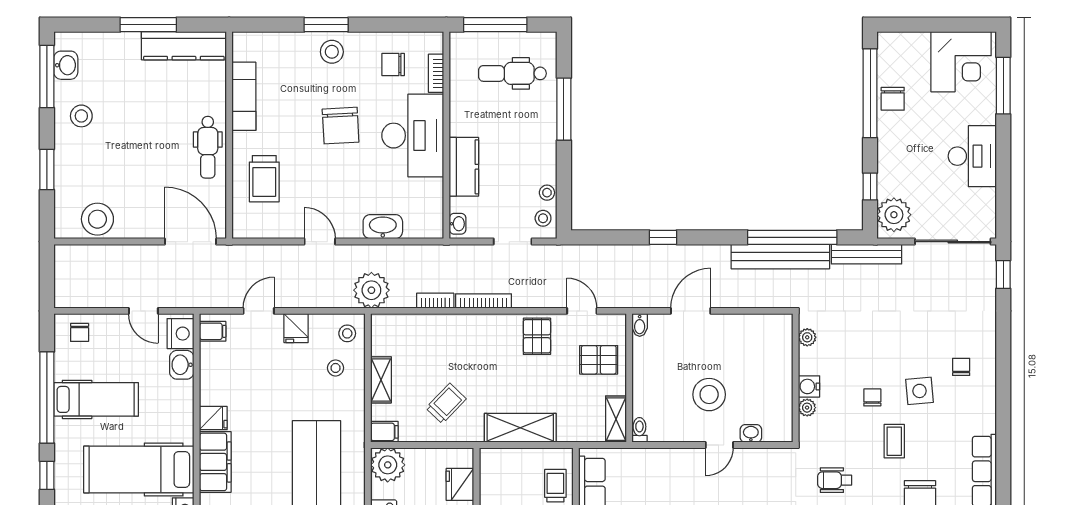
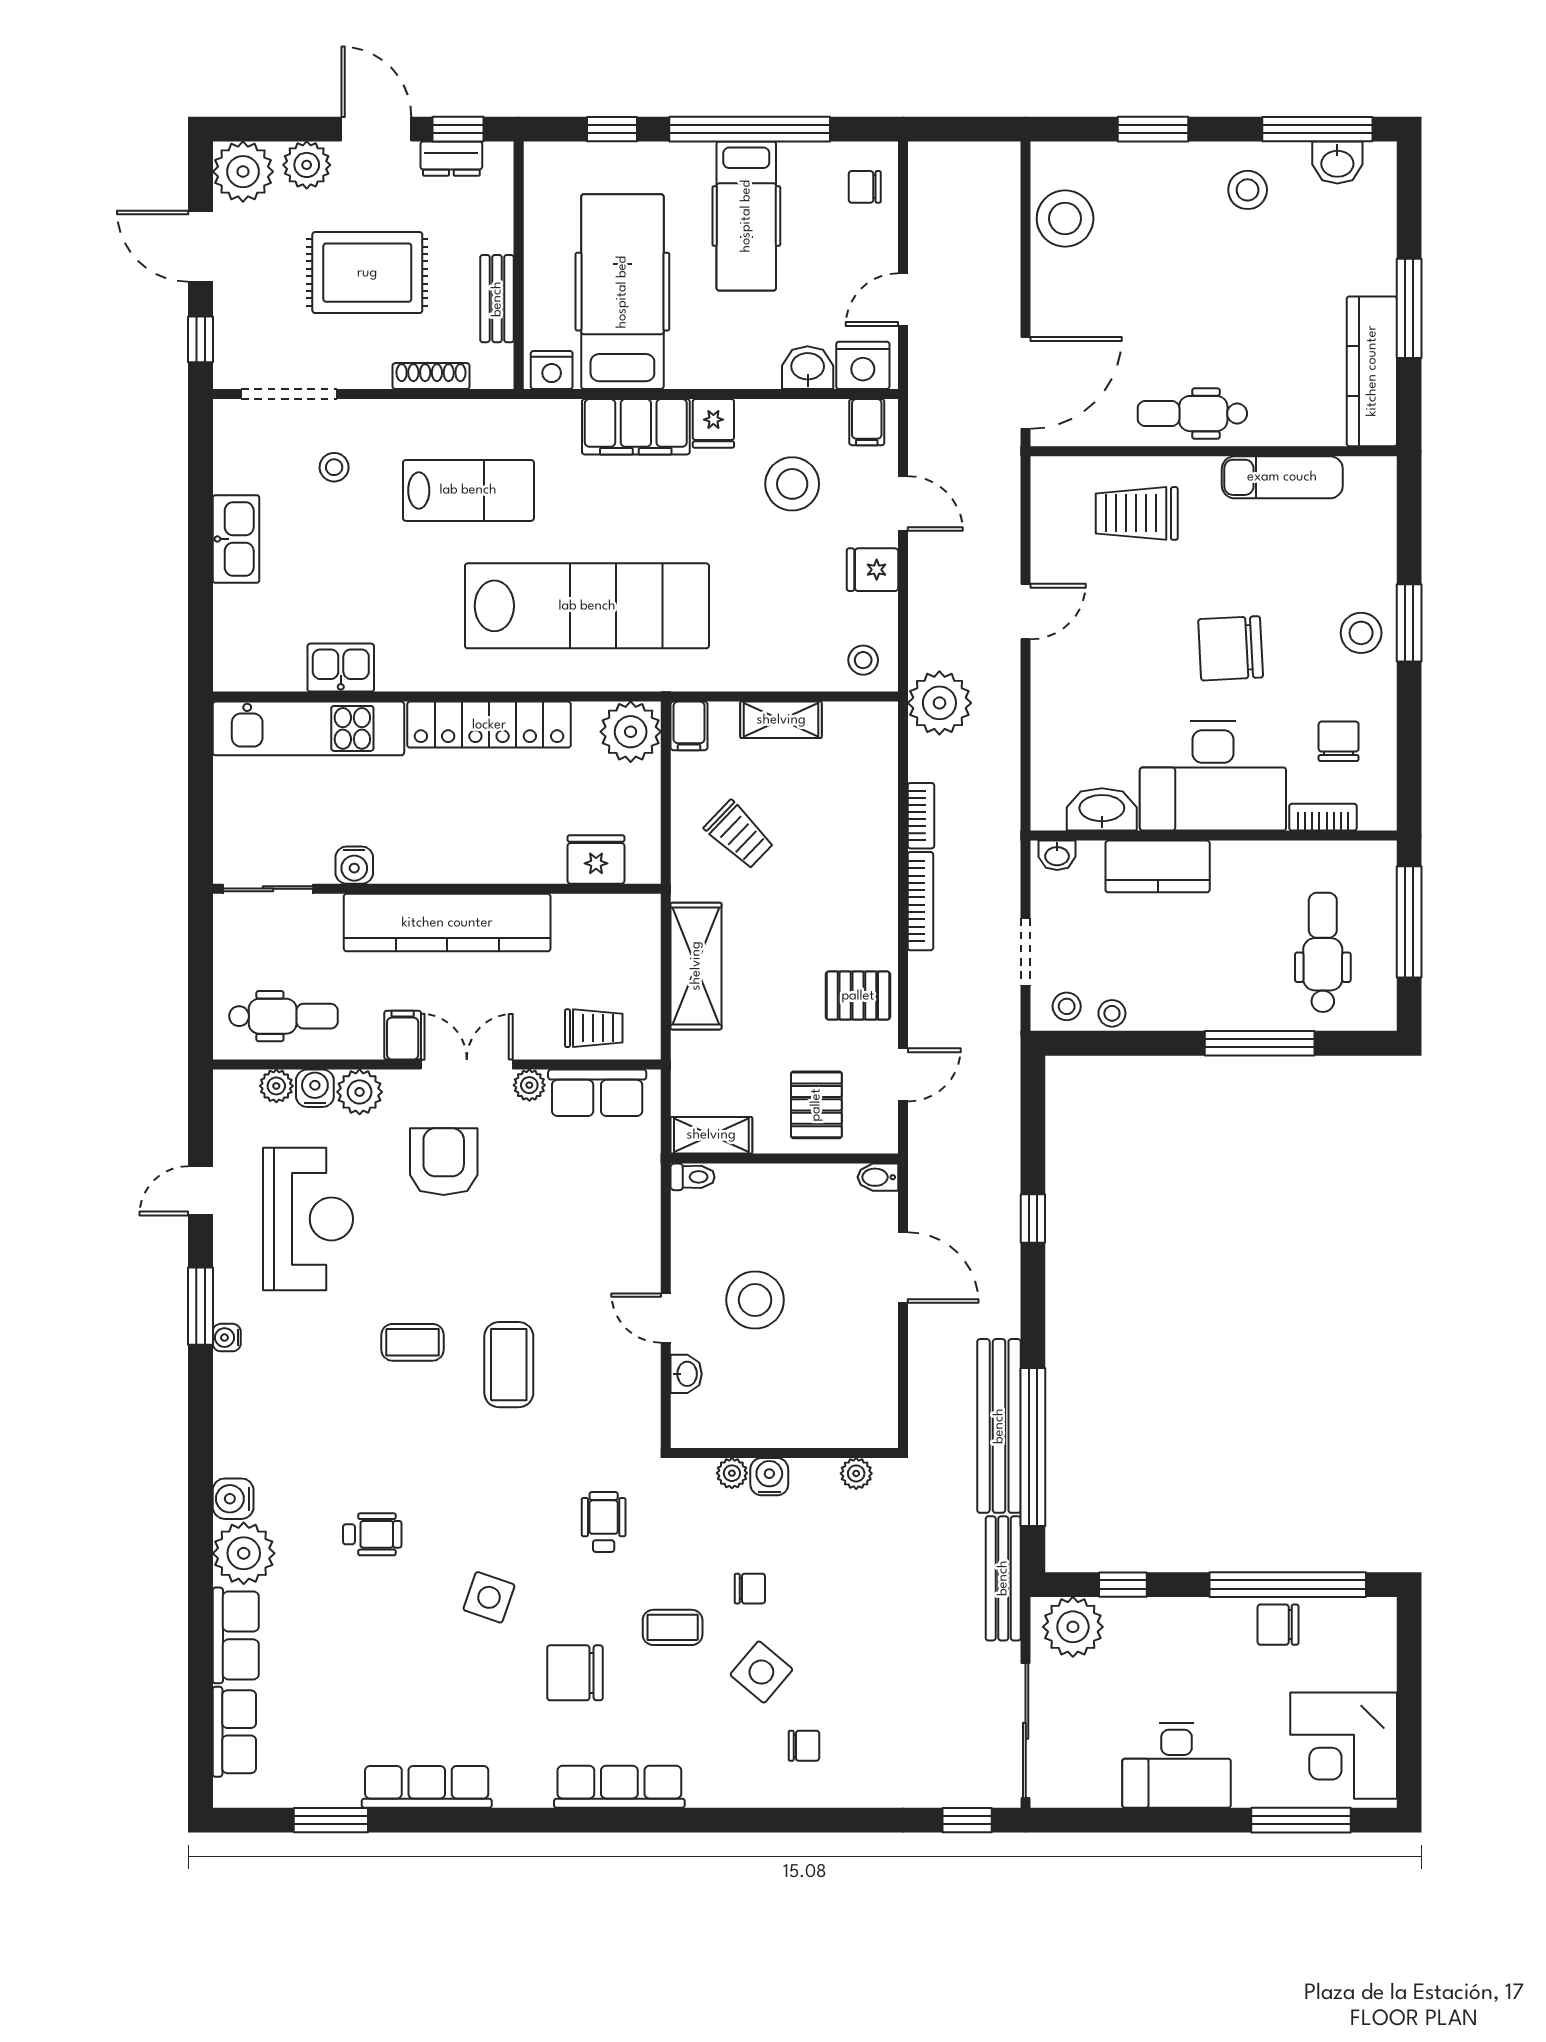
washbasin: (383, 227) -> (1102, 809), moved, turned -90
stool: (336, 368) -> (792, 484), moved, width x1.89, depth x1.89
side table: (920, 391) -> (761, 1672), turned 45

